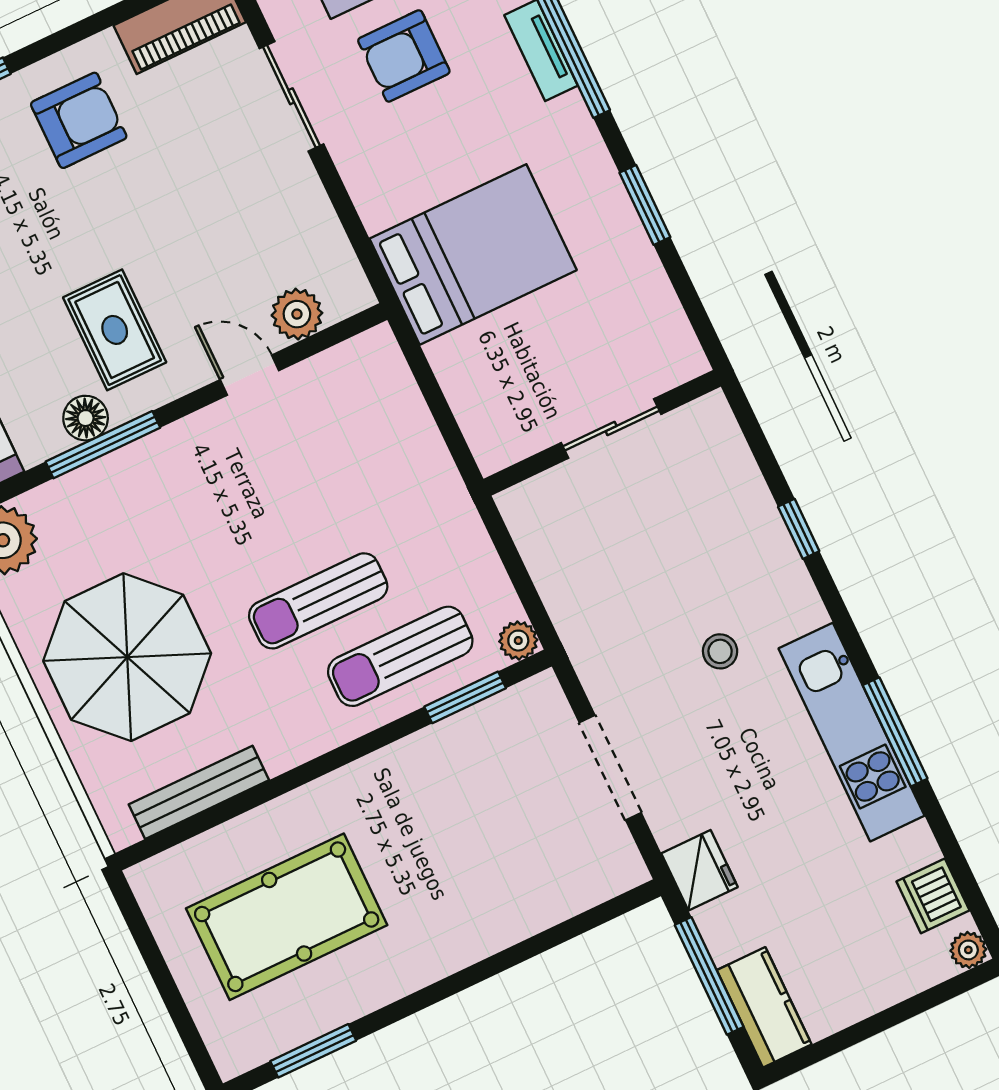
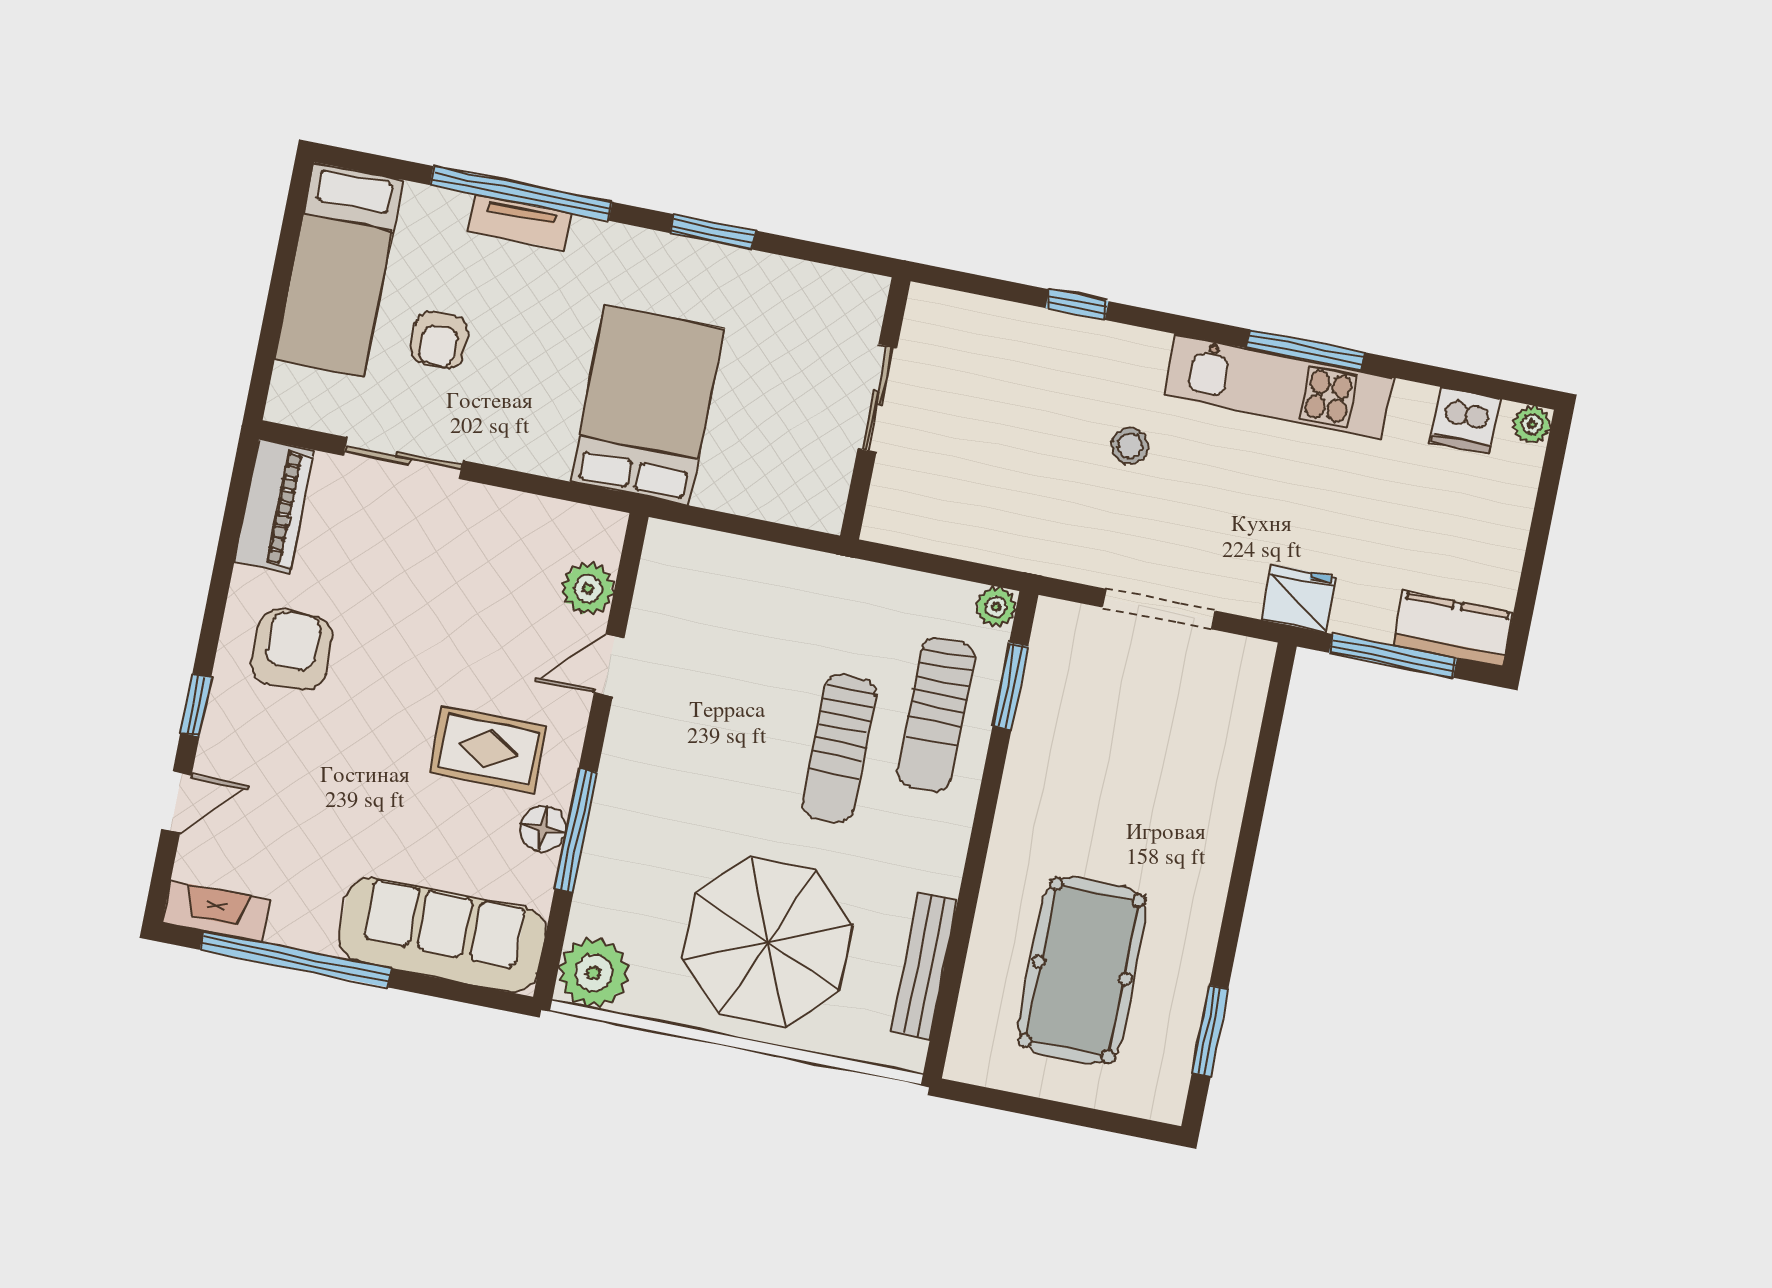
armchair: (404, 56) -> (440, 340), width x0.72, depth x0.72

